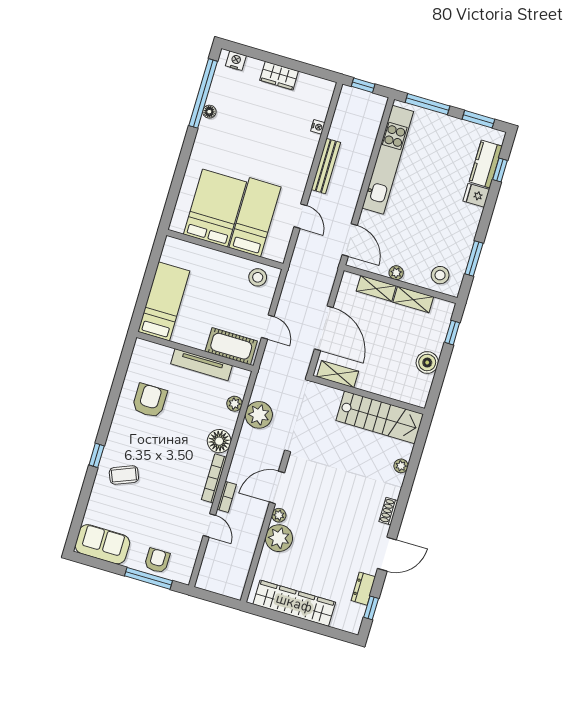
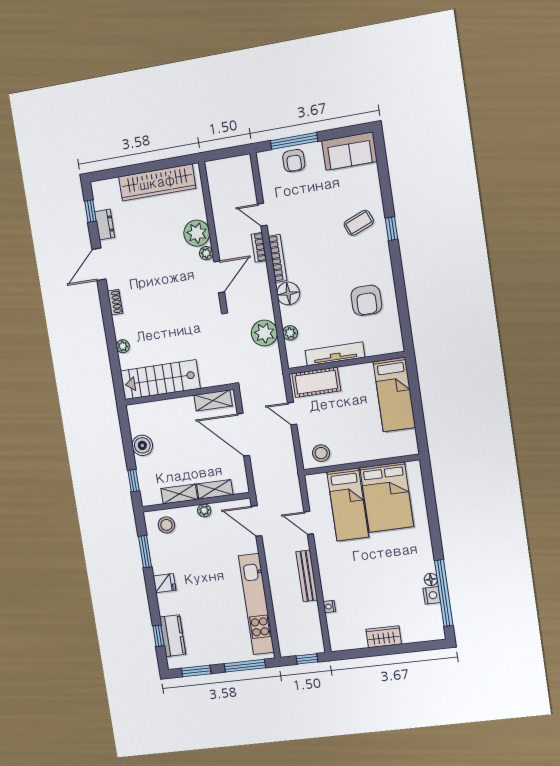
nightstand: (236, 61) -> (432, 595), moved, turned -90
fridge: (476, 195) -> (164, 583), moved

